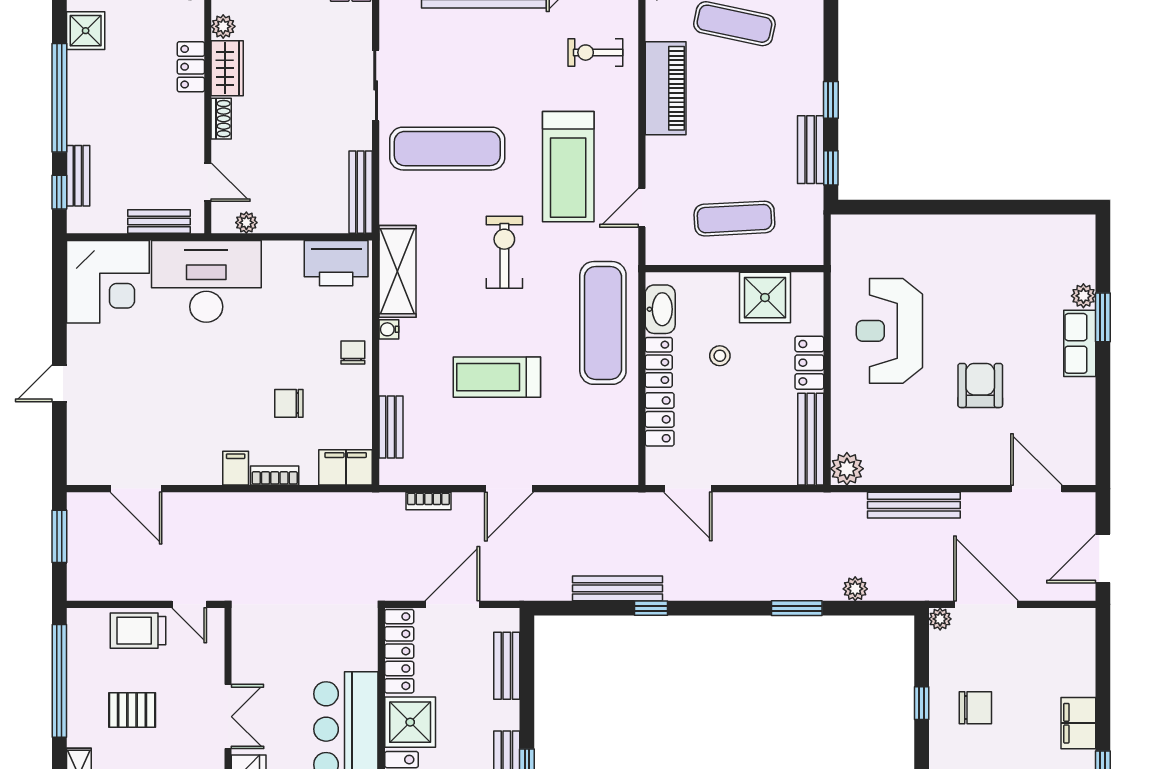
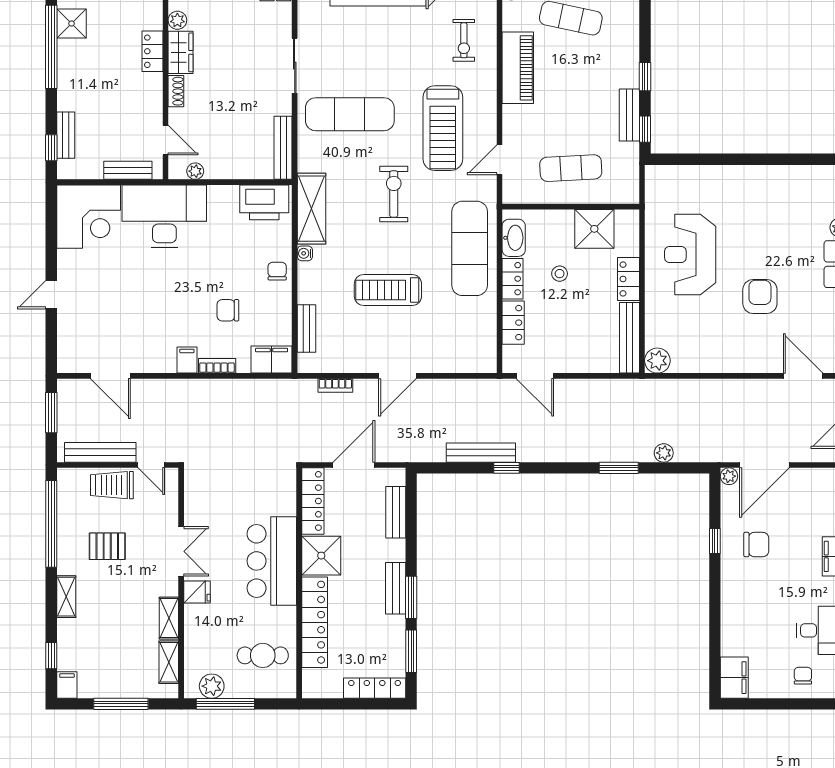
exercise bike: (595, 53) -> (464, 40), turned -90
window: (59, 98) -> (51, 47), moved
bench: (914, 505) -> (100, 452), moved
door: (986, 604) -> (764, 465), swing flipped

